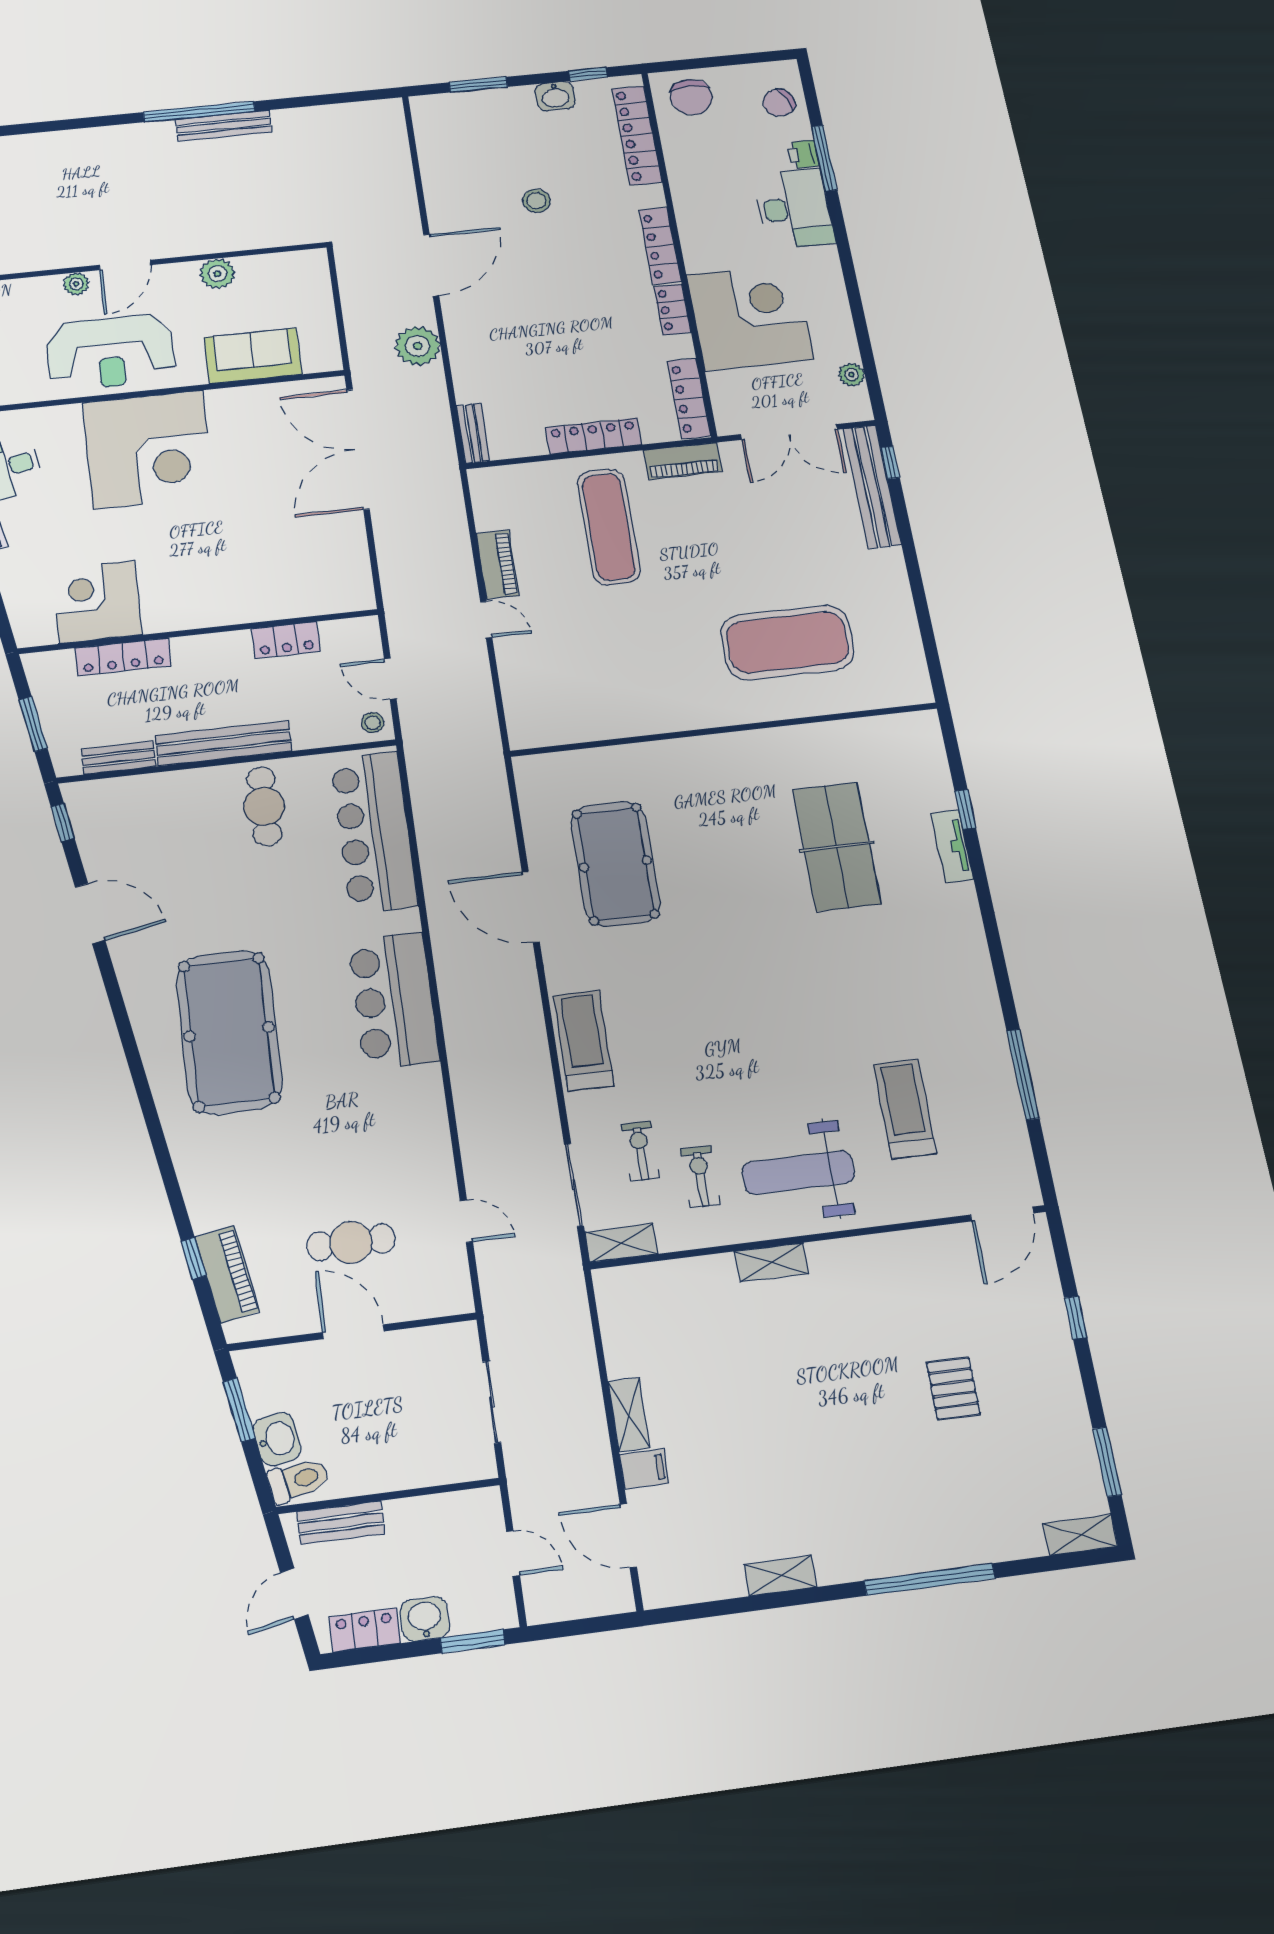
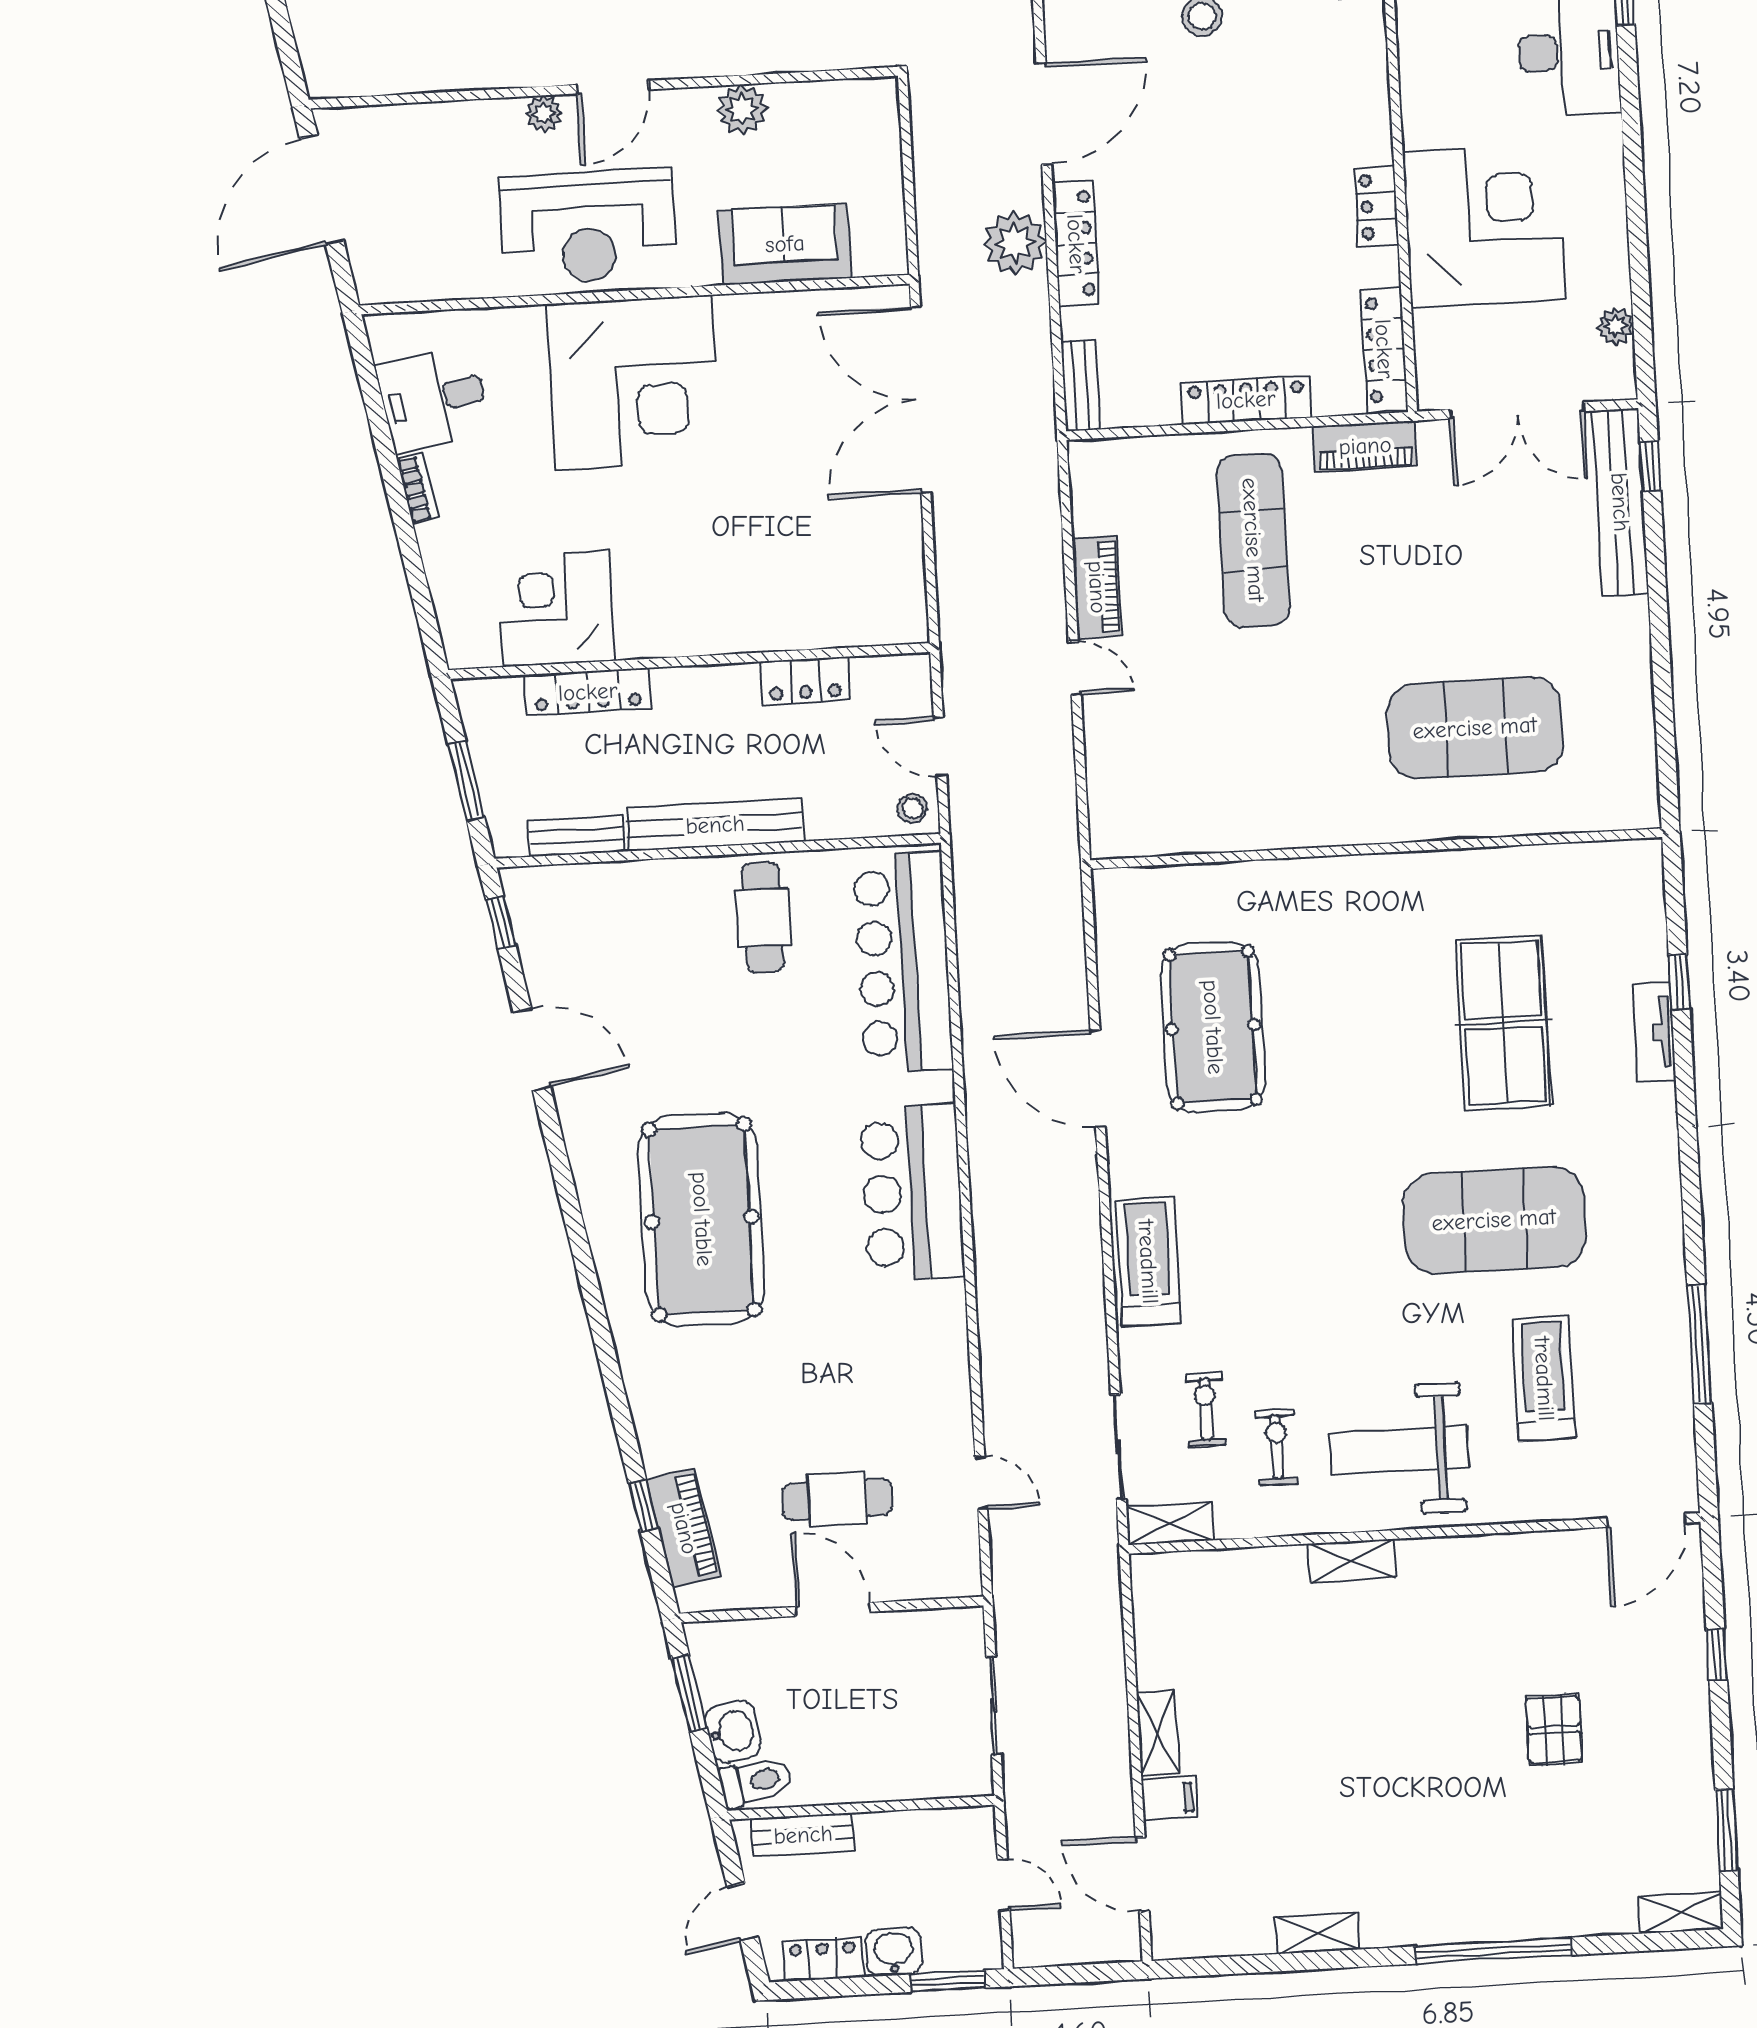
locker: (660, 246) -> (1076, 244), moved, turned 180
exercise mat: (850, 992) -> (1494, 1220), added

